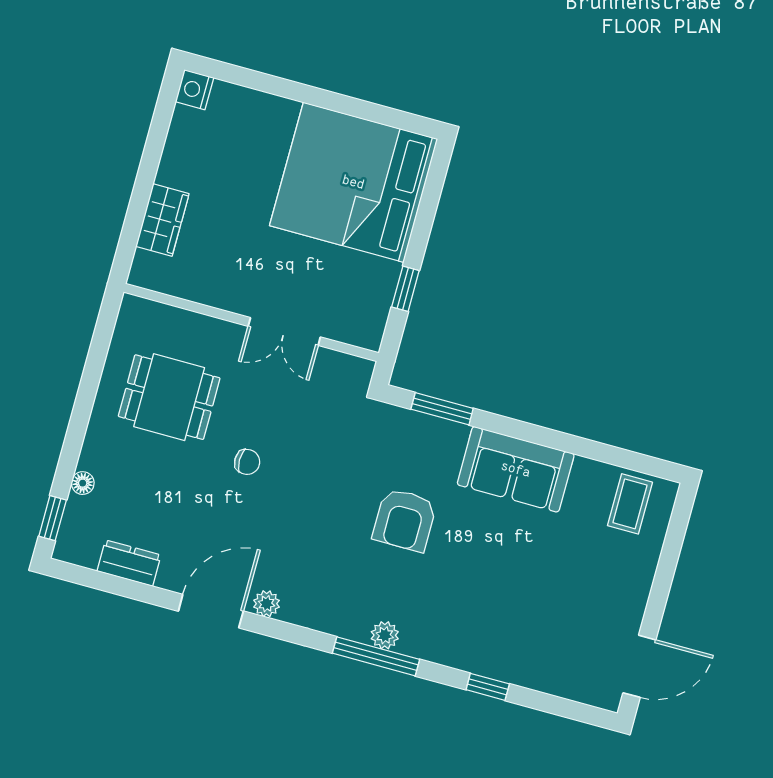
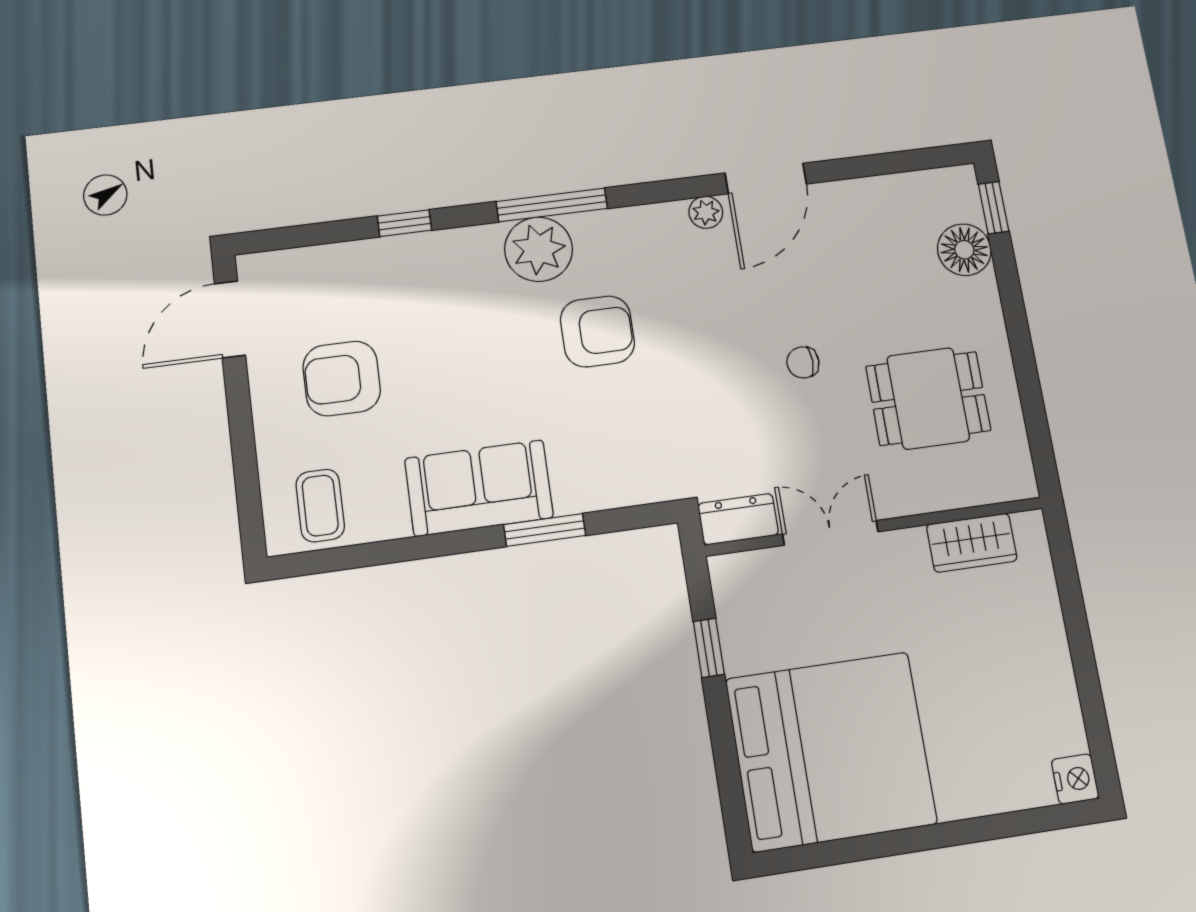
wardrobe: (162, 220) -> (972, 543), moved, turned -90
window: (442, 409) -> (545, 530), moved
floor lamp: (83, 483) -> (964, 250), width x1.89, depth x1.89
armchair: (405, 520) -> (597, 331), moved, turned 90
dresser: (129, 563) -> (738, 519), moved, turned 180
armchair: (579, 589) -> (342, 378), added
plant: (385, 635) -> (539, 249), width x1.88, depth x1.88

